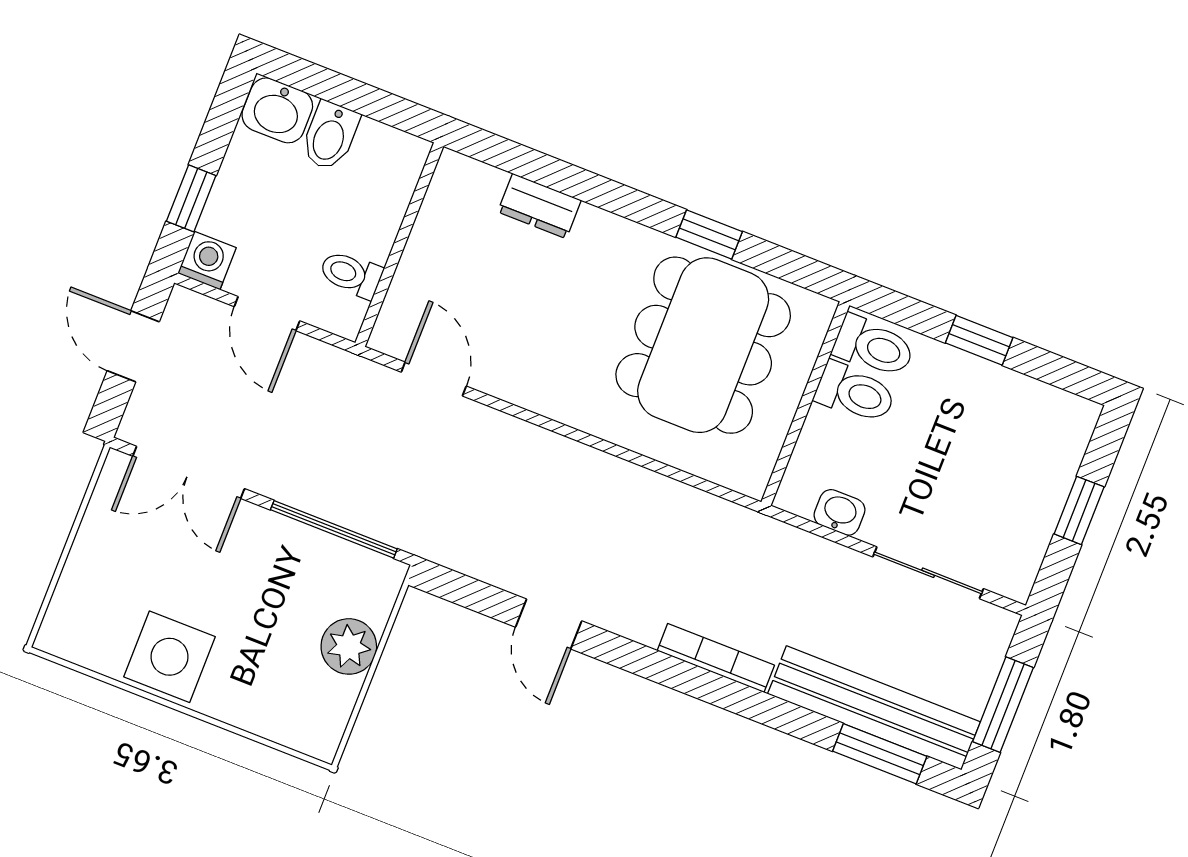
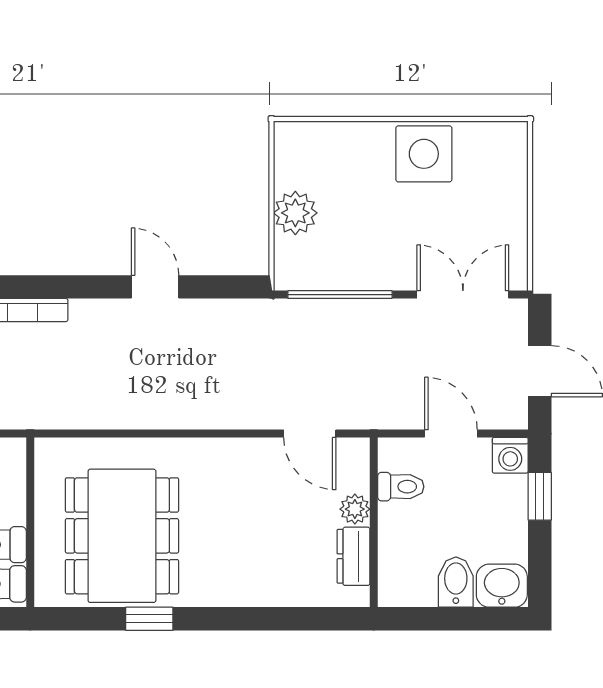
dresser: (539, 206) -> (353, 556), moved, turned -90
plant: (416, 269) -> (355, 509), added

